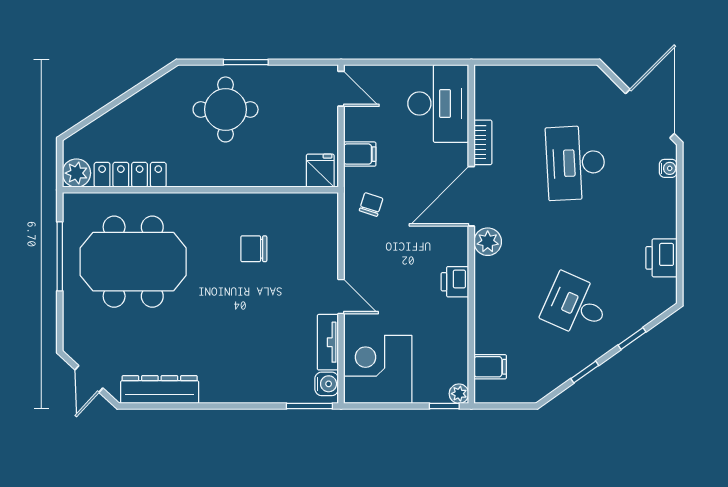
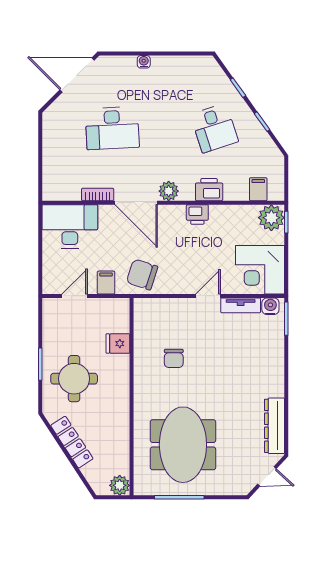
door: (341, 89) -> (75, 296), moved
water cooler: (668, 168) -> (144, 62), moved
fridge: (320, 171) -> (118, 344), moved
locker: (130, 175) -> (72, 442), moved, turned 147
chair: (371, 205) -> (142, 275), width x1.87, depth x1.87
printer: (662, 258) -> (209, 190), moved, turned 180
desk: (576, 305) -> (214, 128), turned -42
plant: (459, 394) -> (271, 218), width x1.87, depth x1.87

